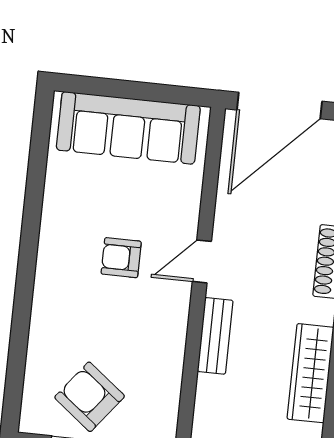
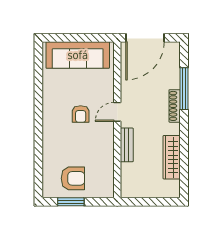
armchair: (121, 258) -> (81, 114), turned -90
armchair: (90, 397) -> (73, 178), turned 142

